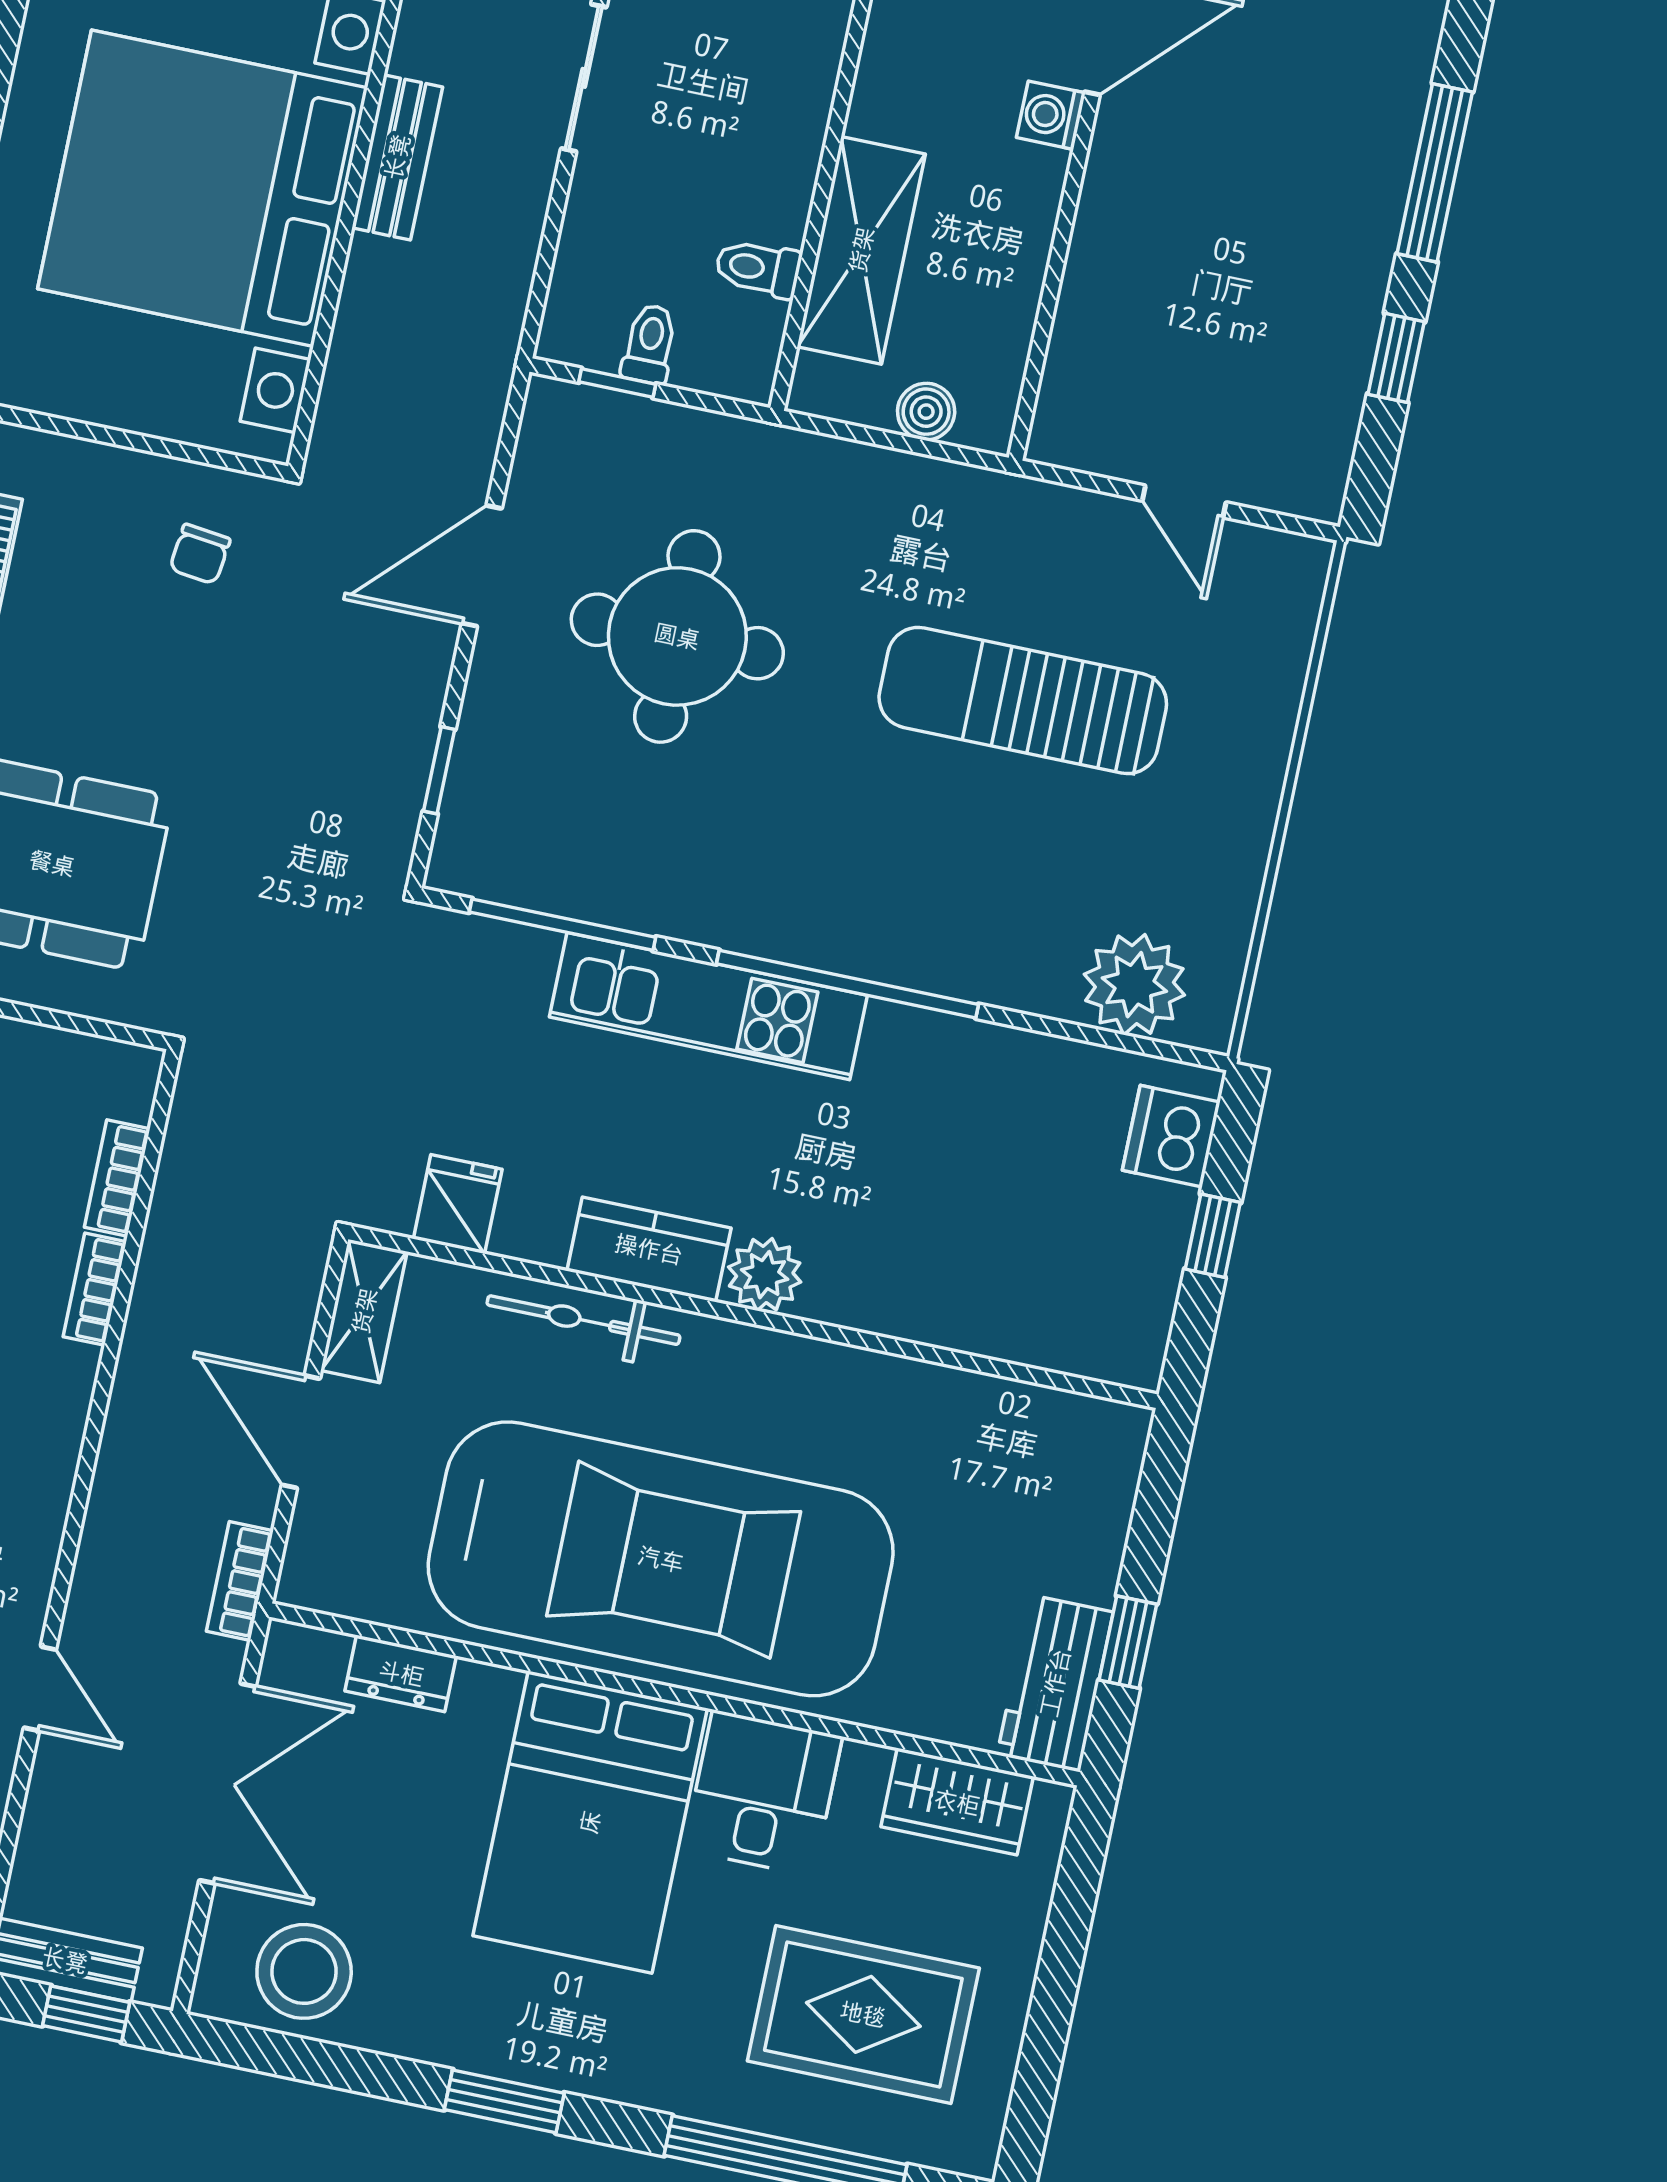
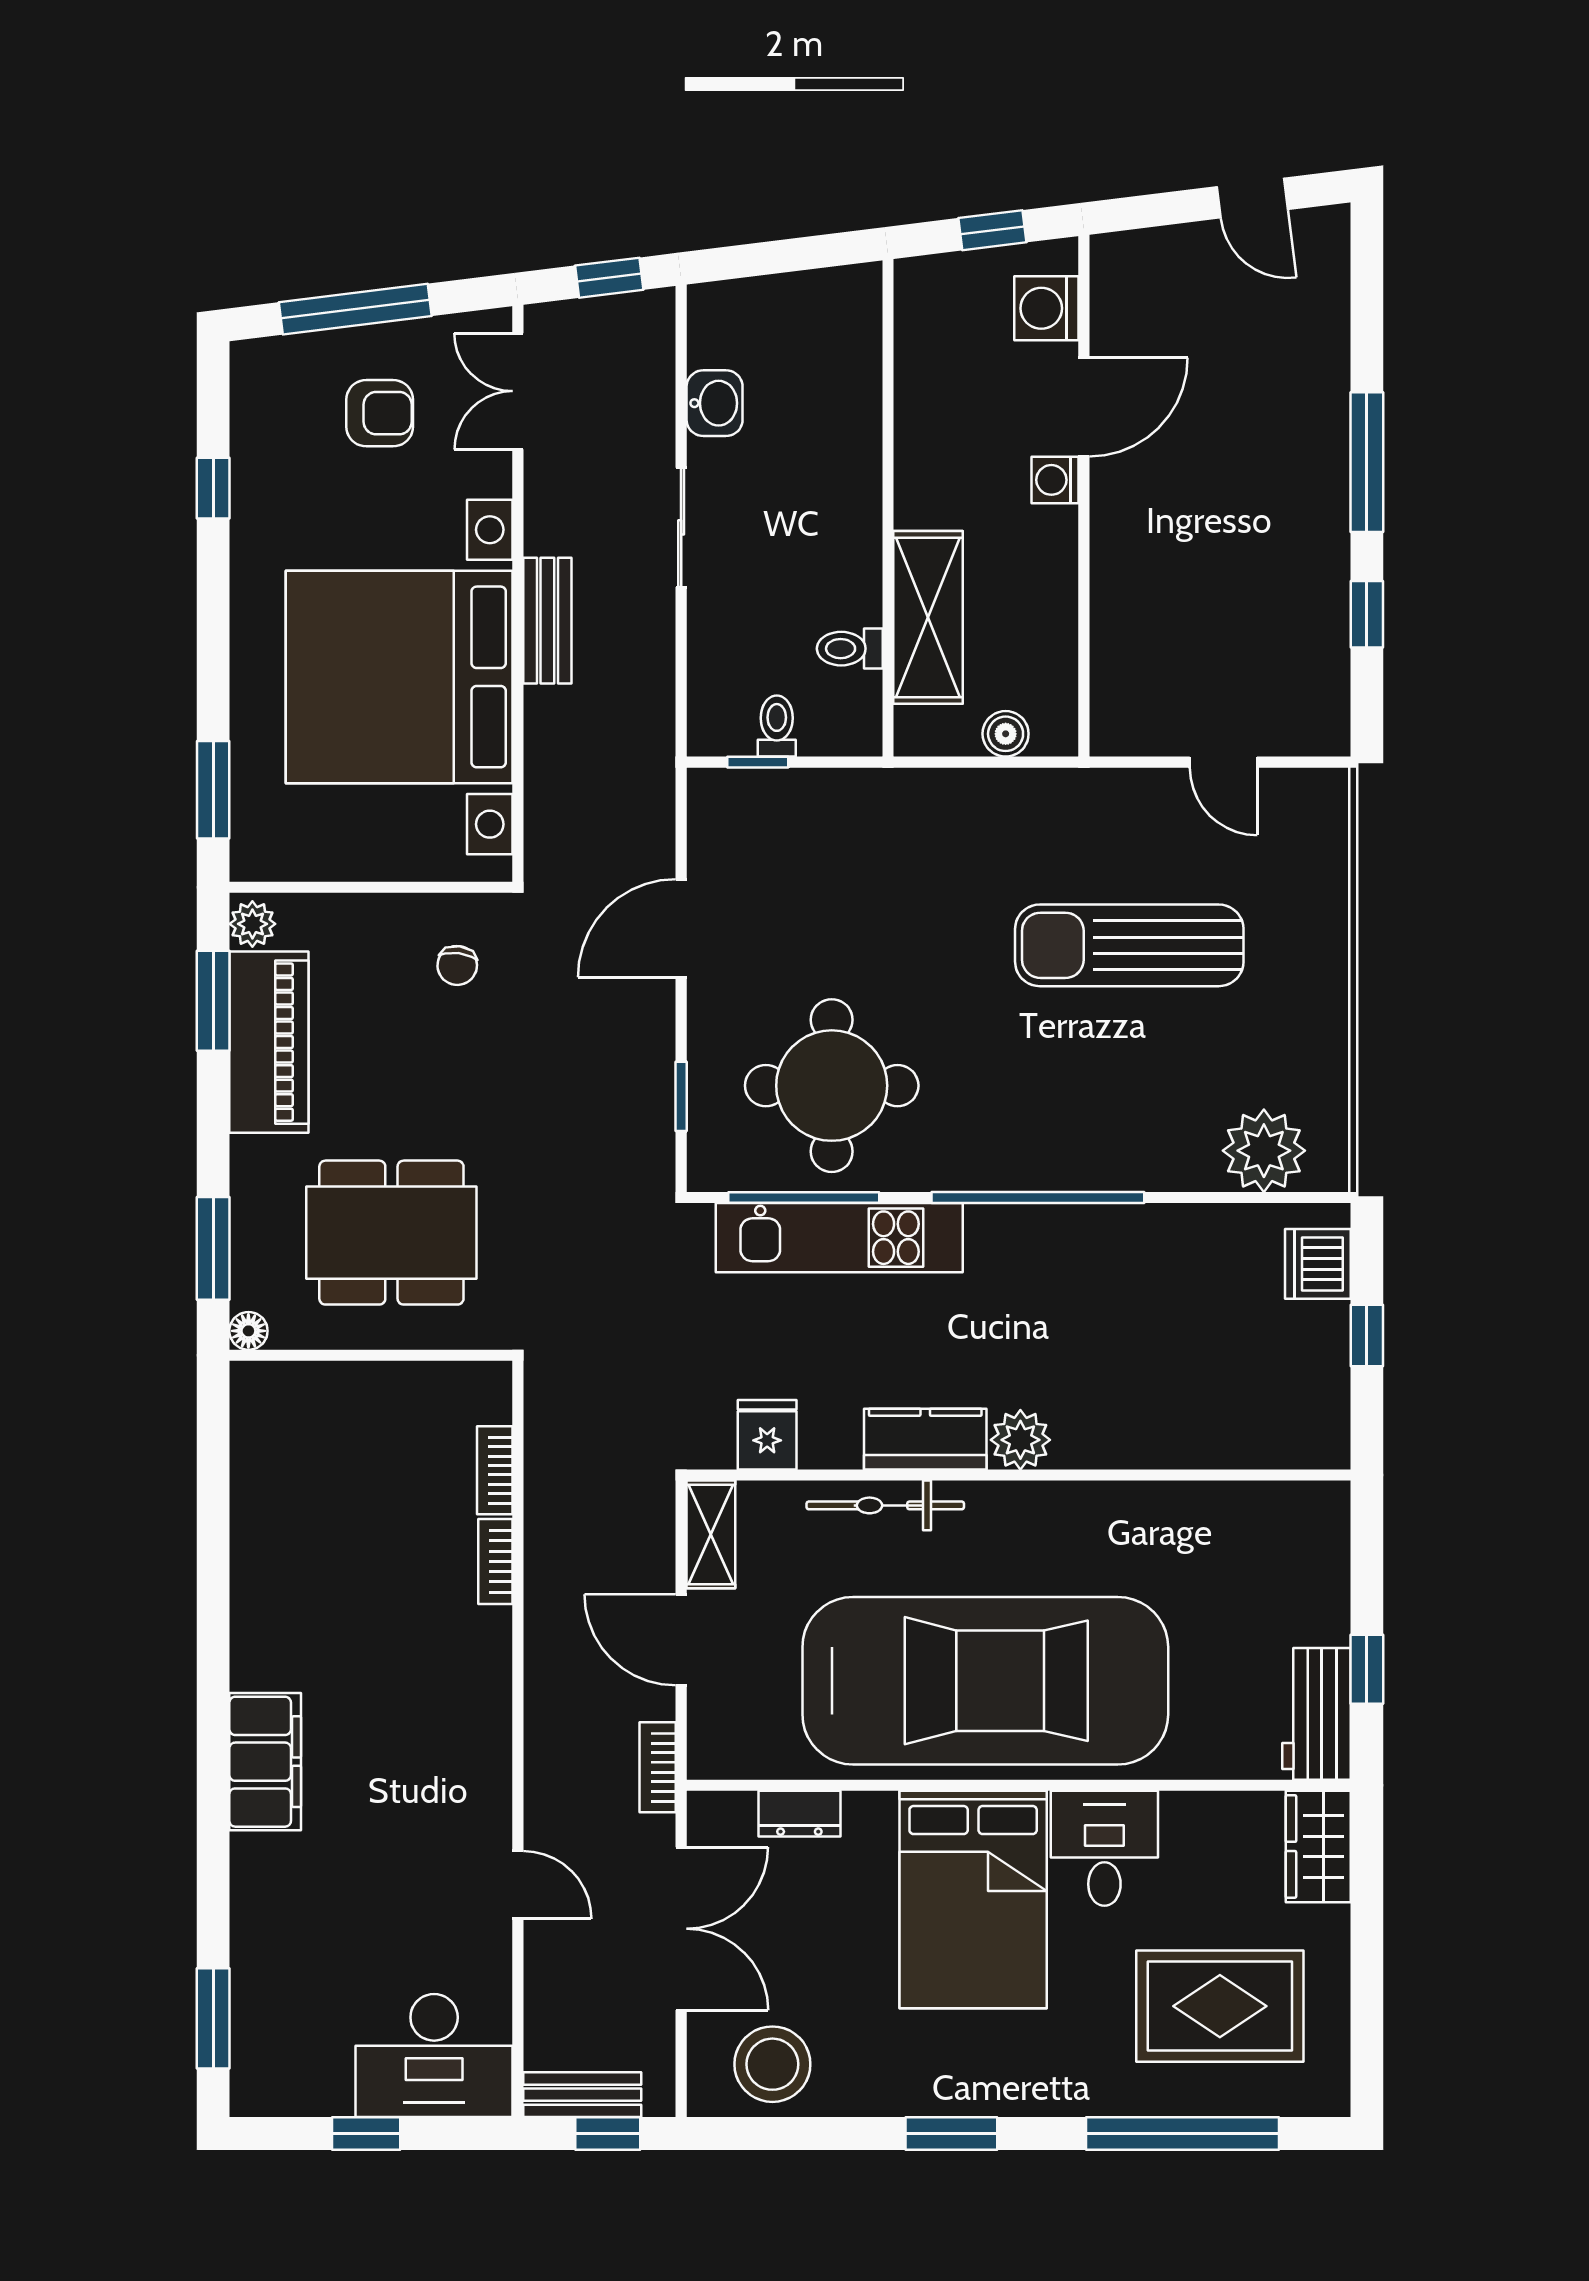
round table: (677, 636) -> (832, 1086), moved
kitchen unit: (708, 1006) -> (839, 1238), moved
wardrobe: (957, 1802) -> (1318, 1846), moved, turned 90

